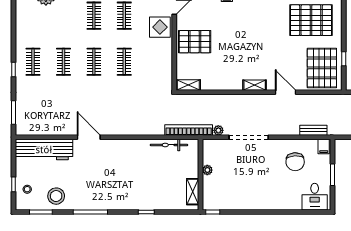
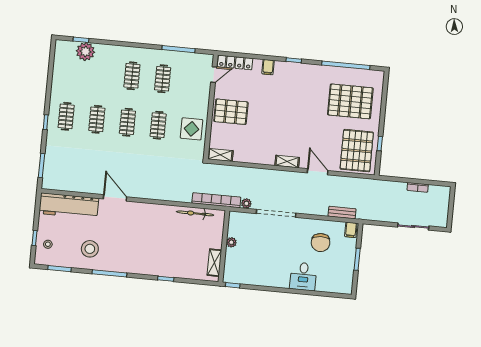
display table: (160, 27) -> (192, 129), moved
stool: (56, 196) -> (90, 249), moved
desk: (315, 197) -> (303, 276), moved

